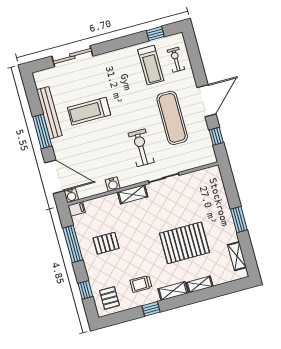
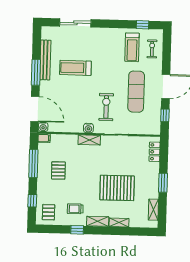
water cooler: (113, 184) -> (88, 128), moved
locker: (217, 185) -> (155, 152), added
pallet: (106, 243) -> (58, 170), turned 90

